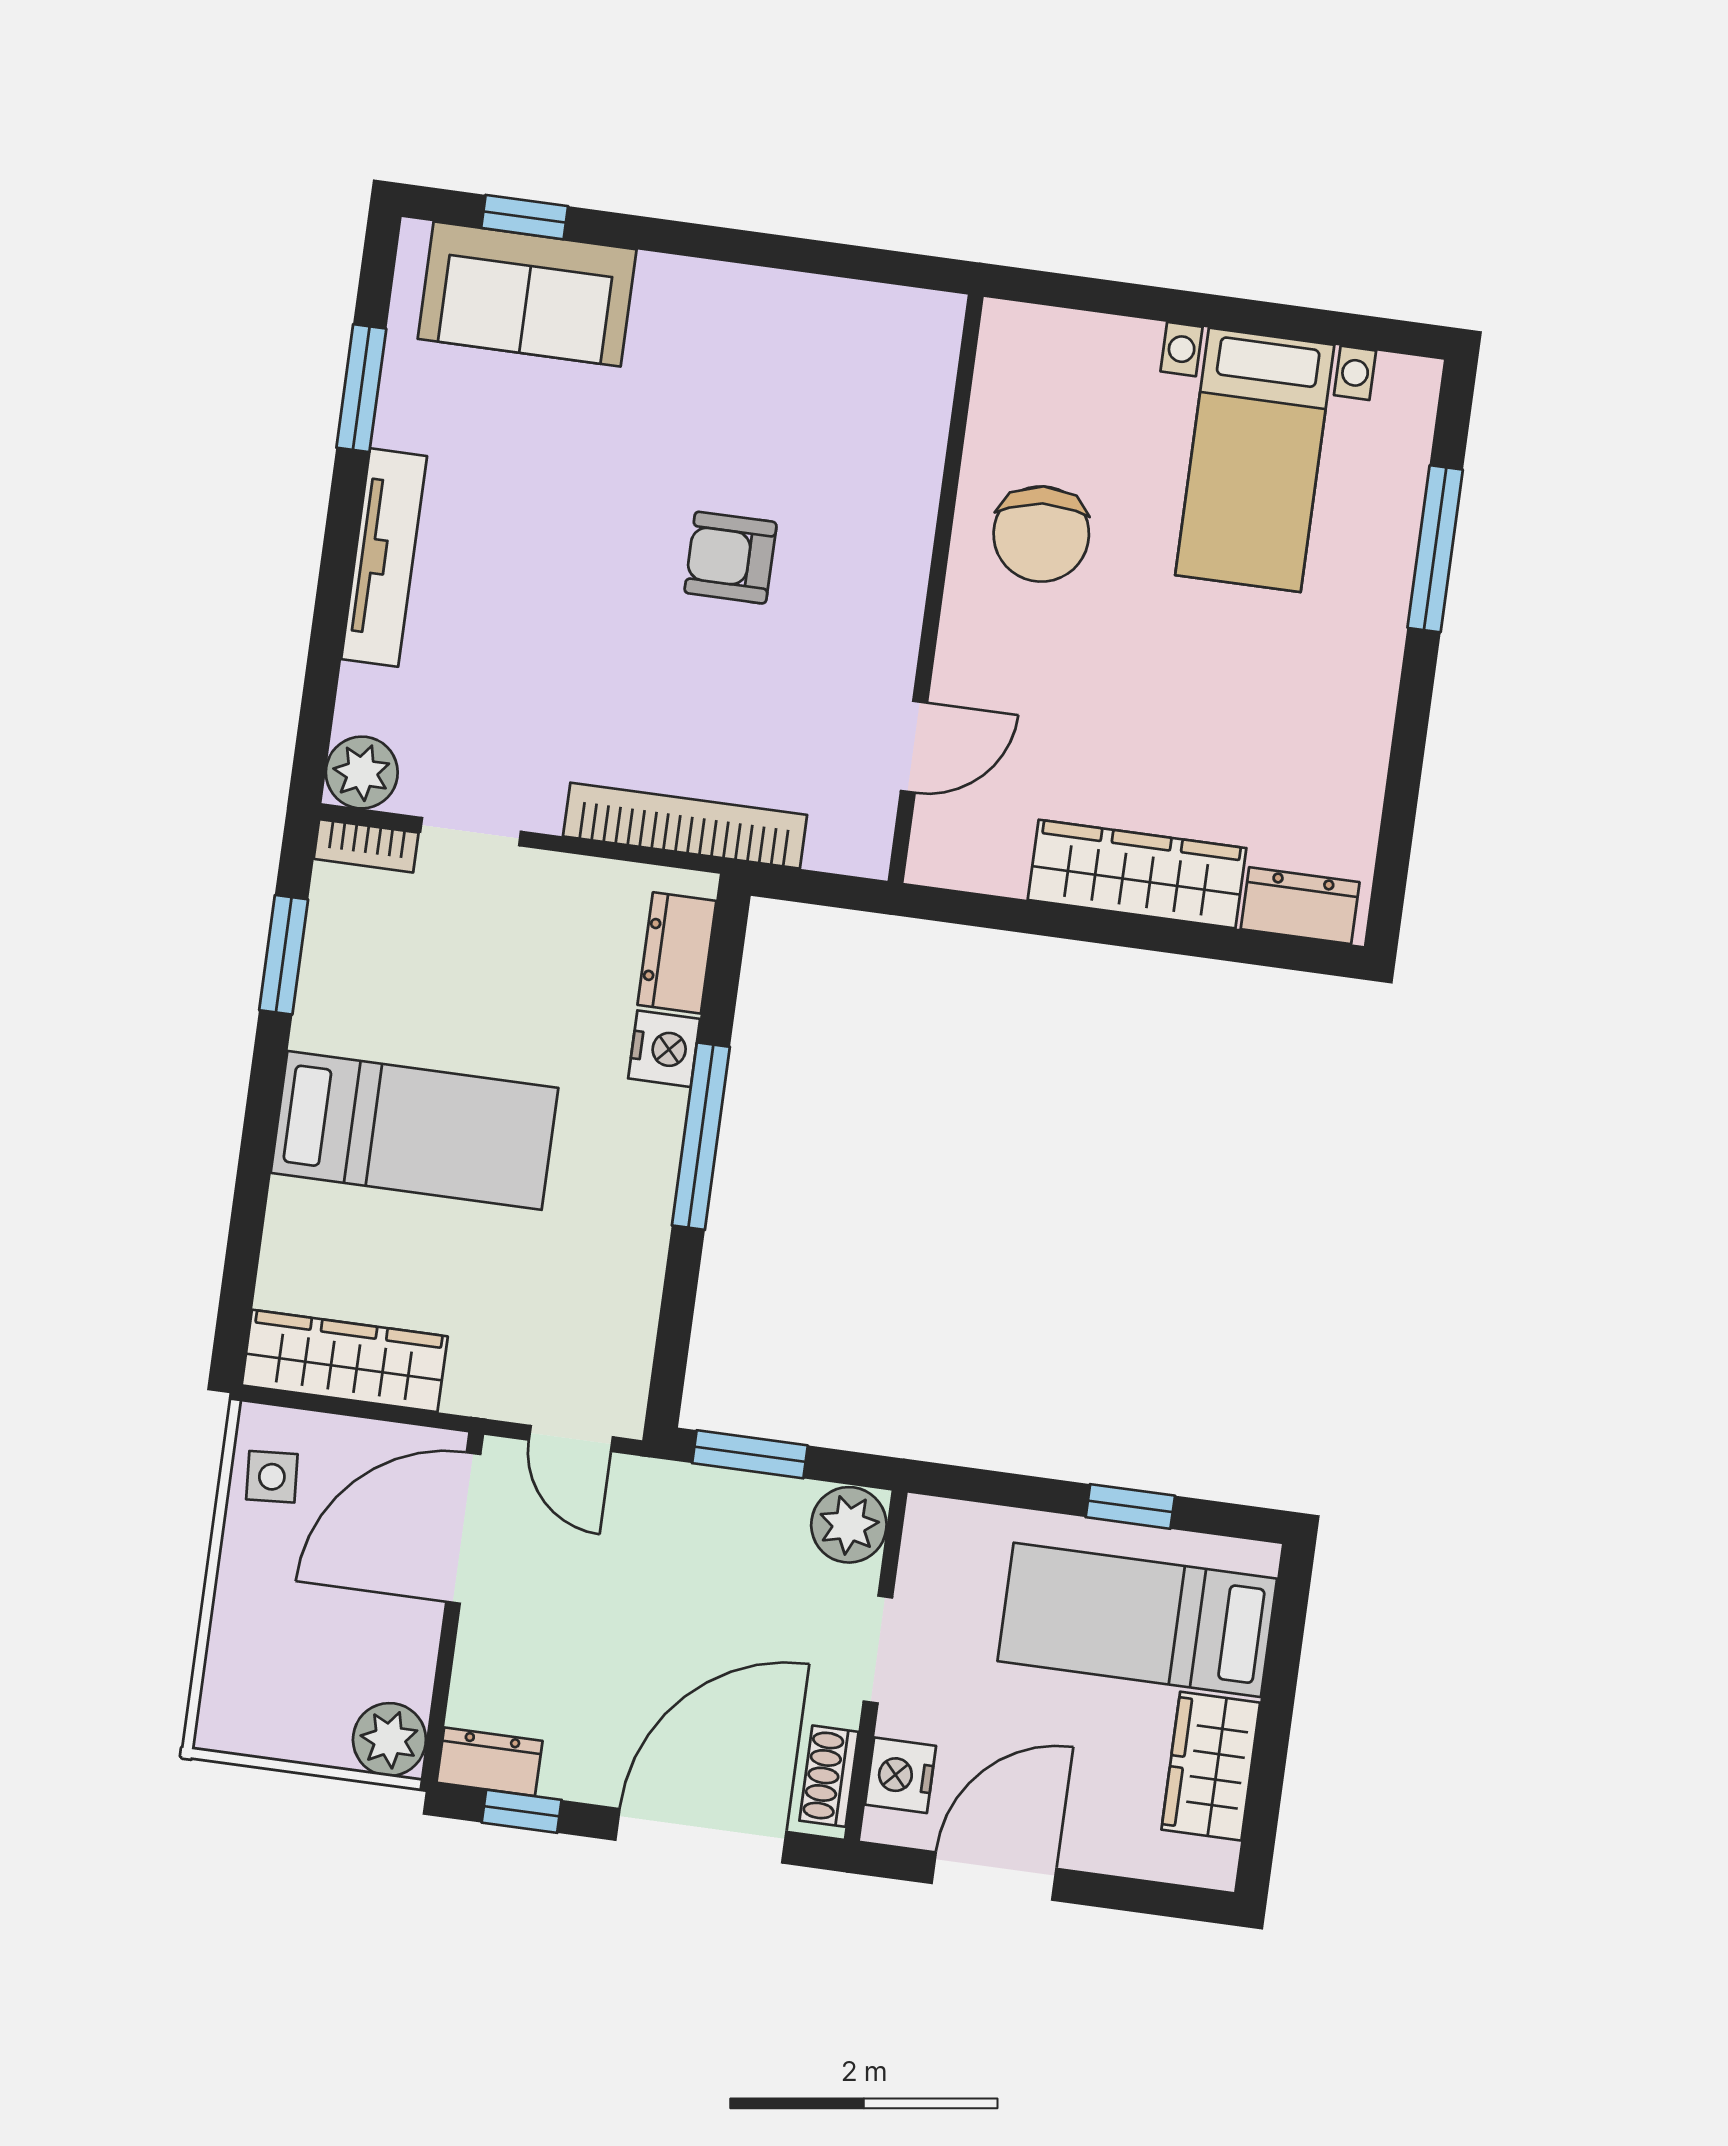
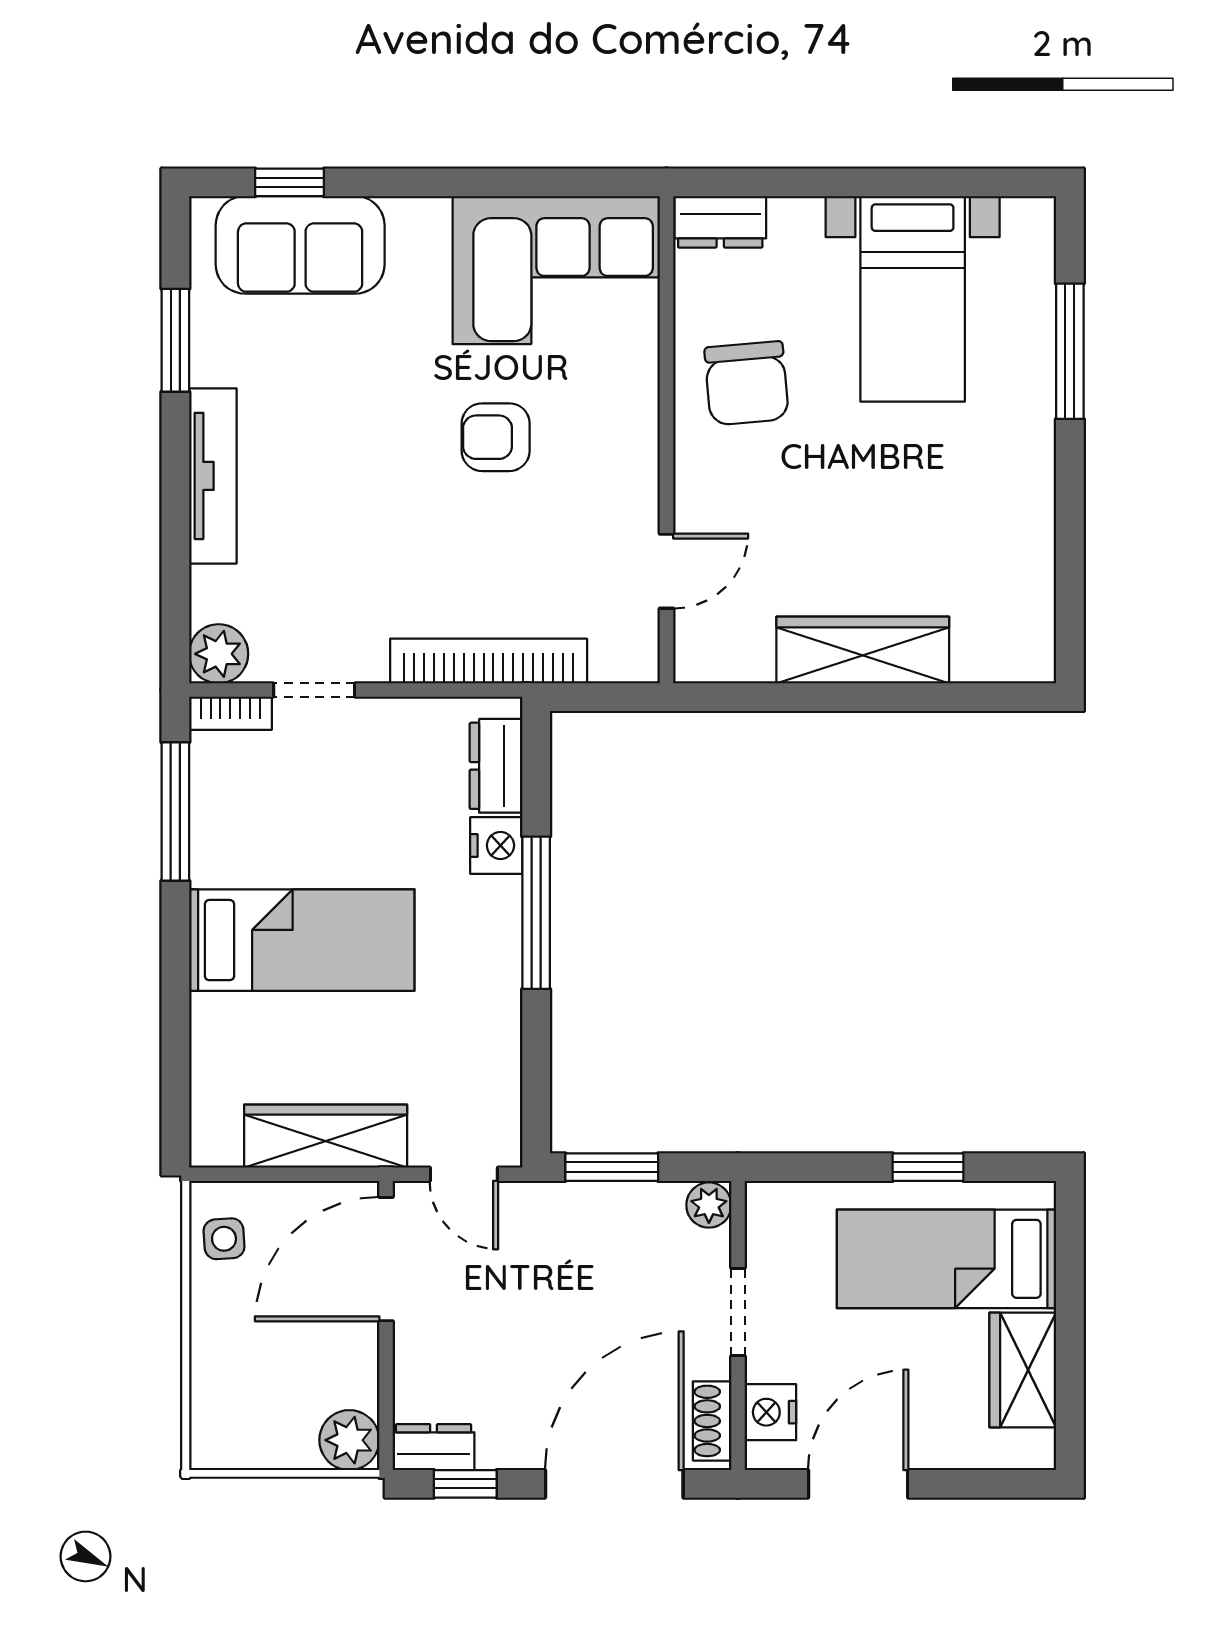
corner sofa: (831, 367) -> (556, 270), added
dresser: (1300, 906) -> (720, 222), moved, turned 180
window: (284, 955) -> (175, 811), width x1.44
wardrobe: (345, 1361) -> (326, 1136), moved
plant: (849, 1525) -> (709, 1205), width x0.73, depth x0.73

